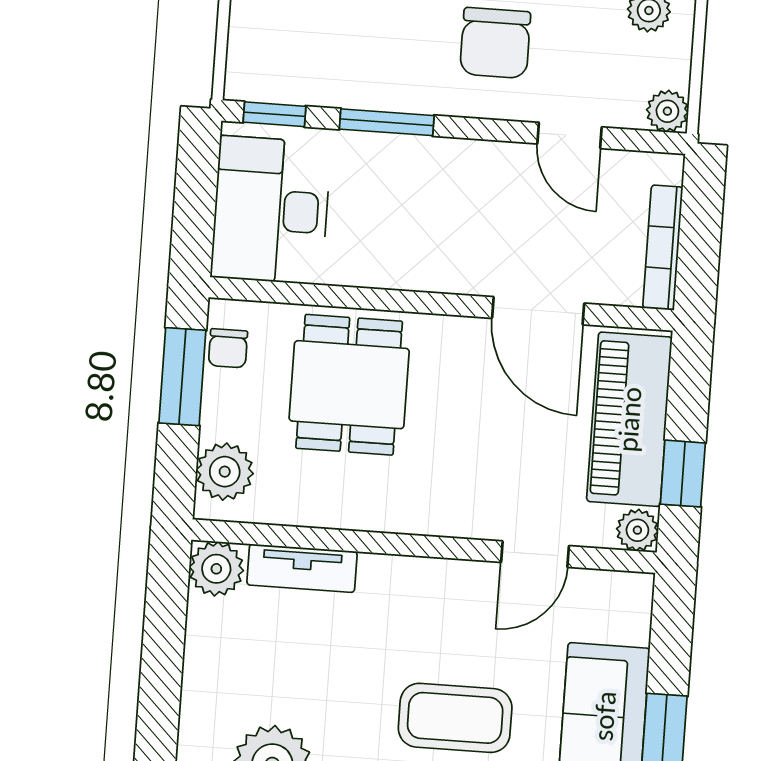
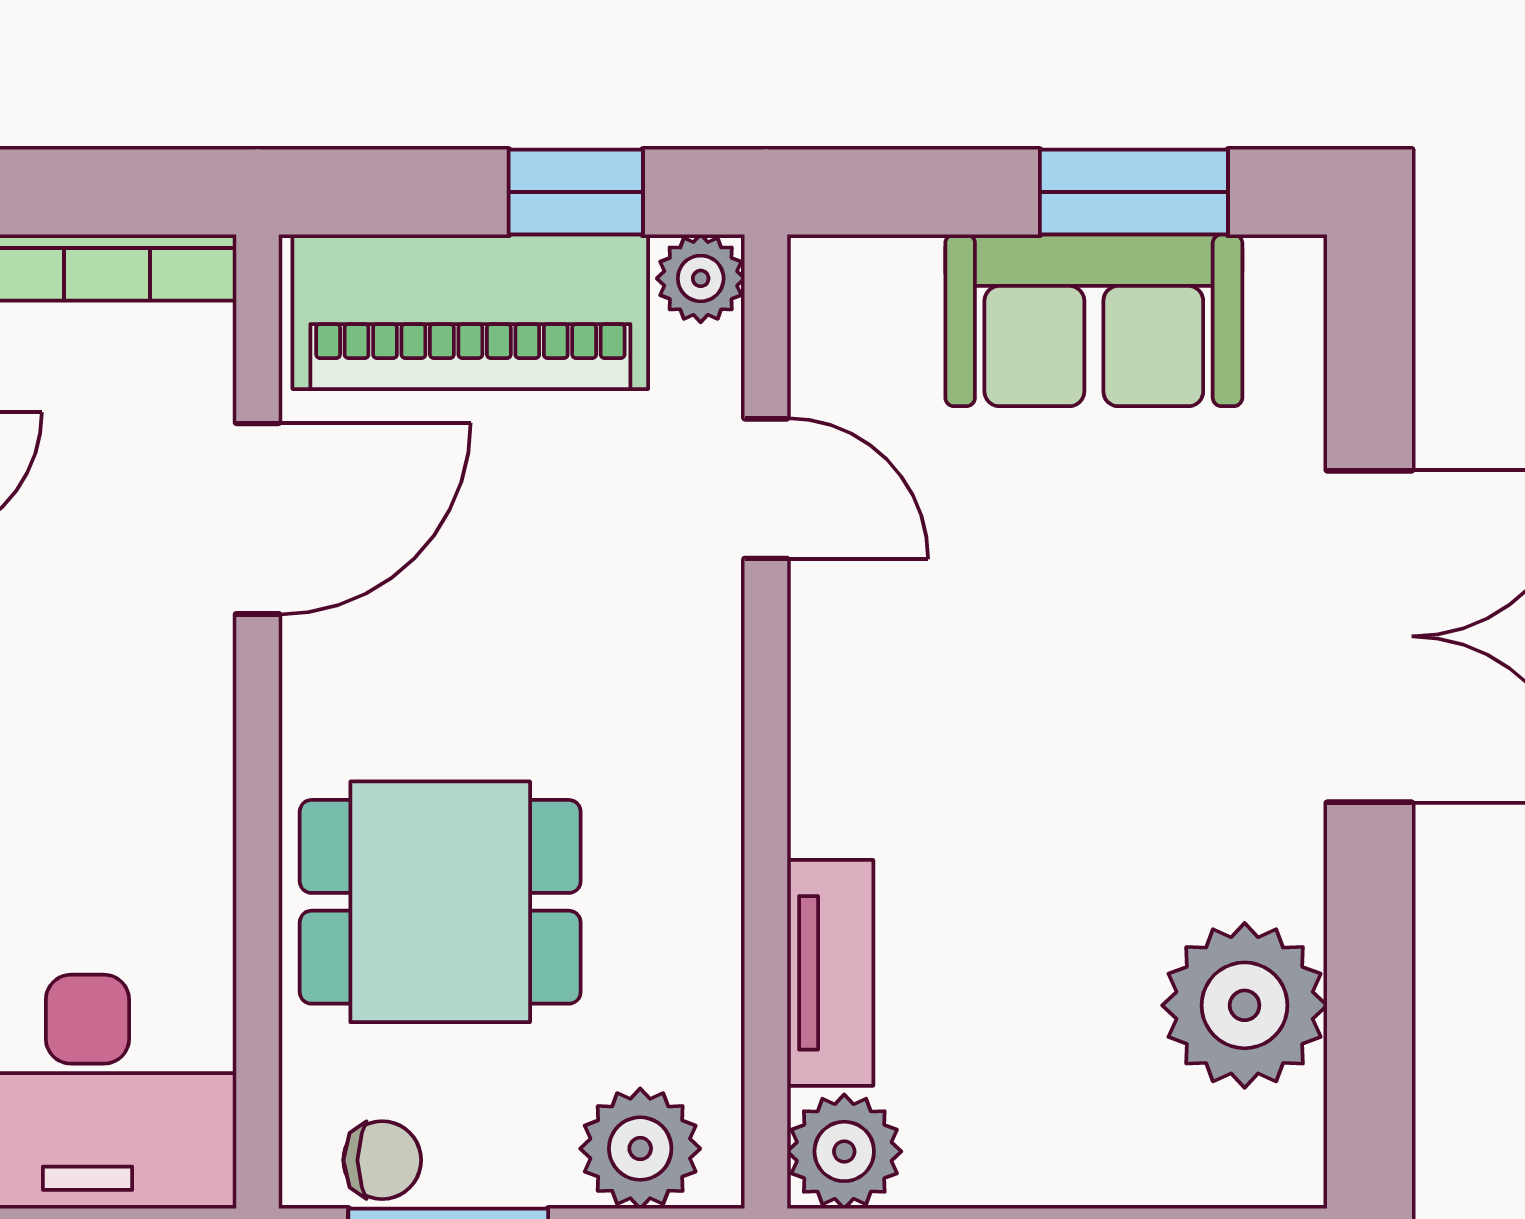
coffee table: (455, 718) -> (1120, 631), removed

